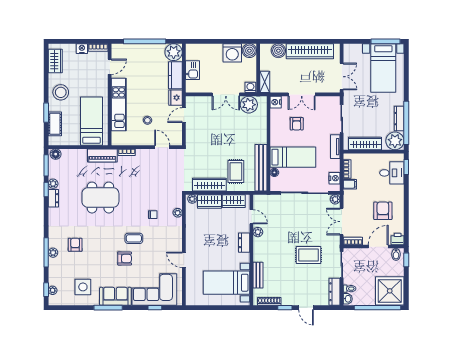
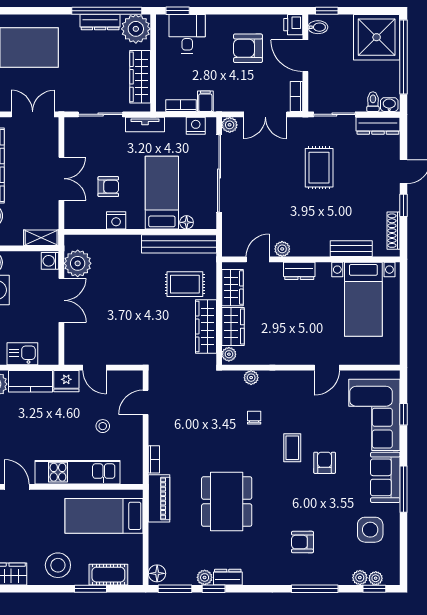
nightstand: (276, 102) -> (116, 220), moved
plant: (53, 253) -> (360, 578), moved

